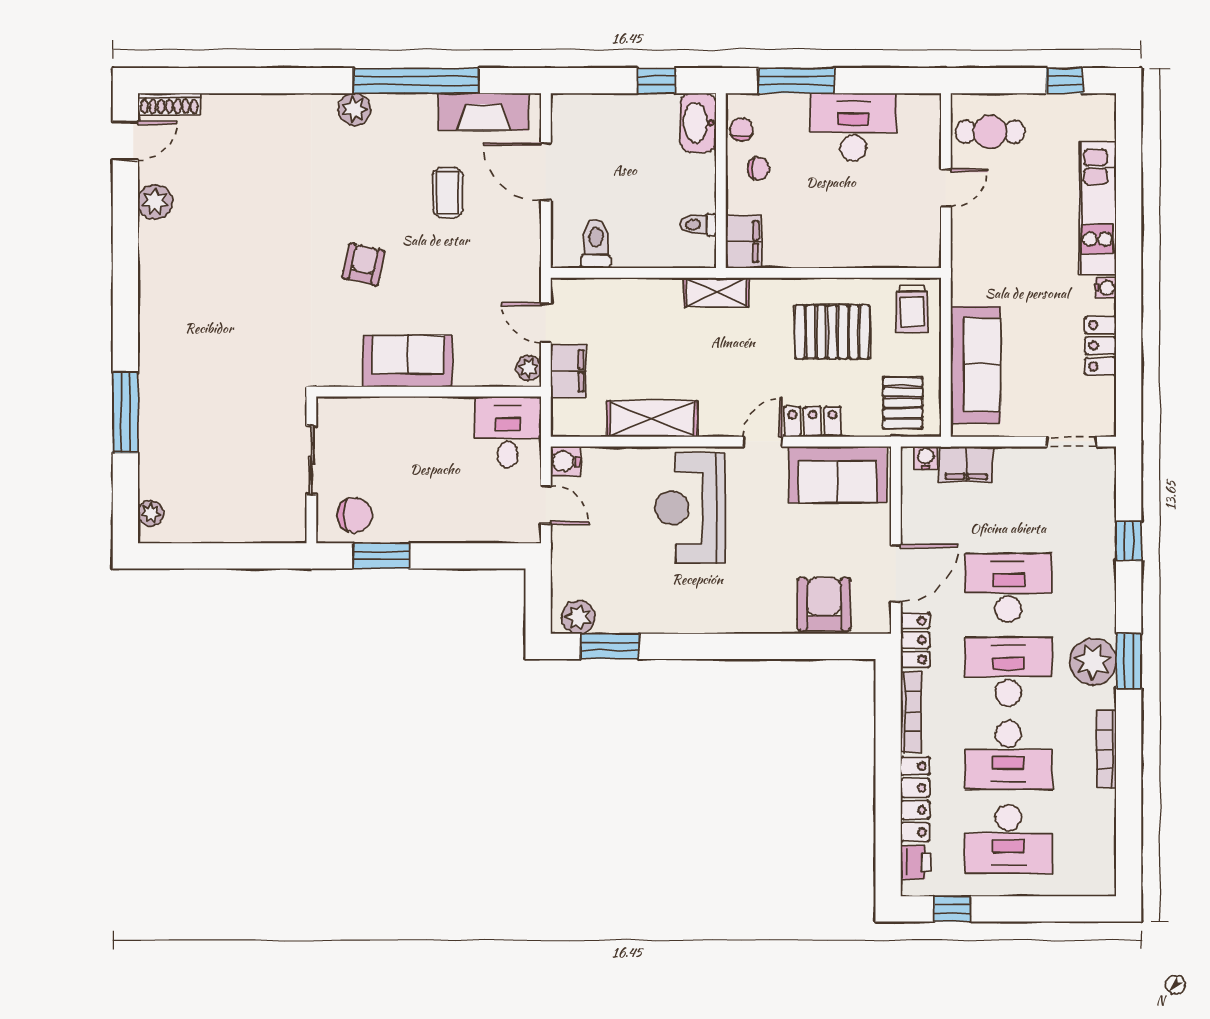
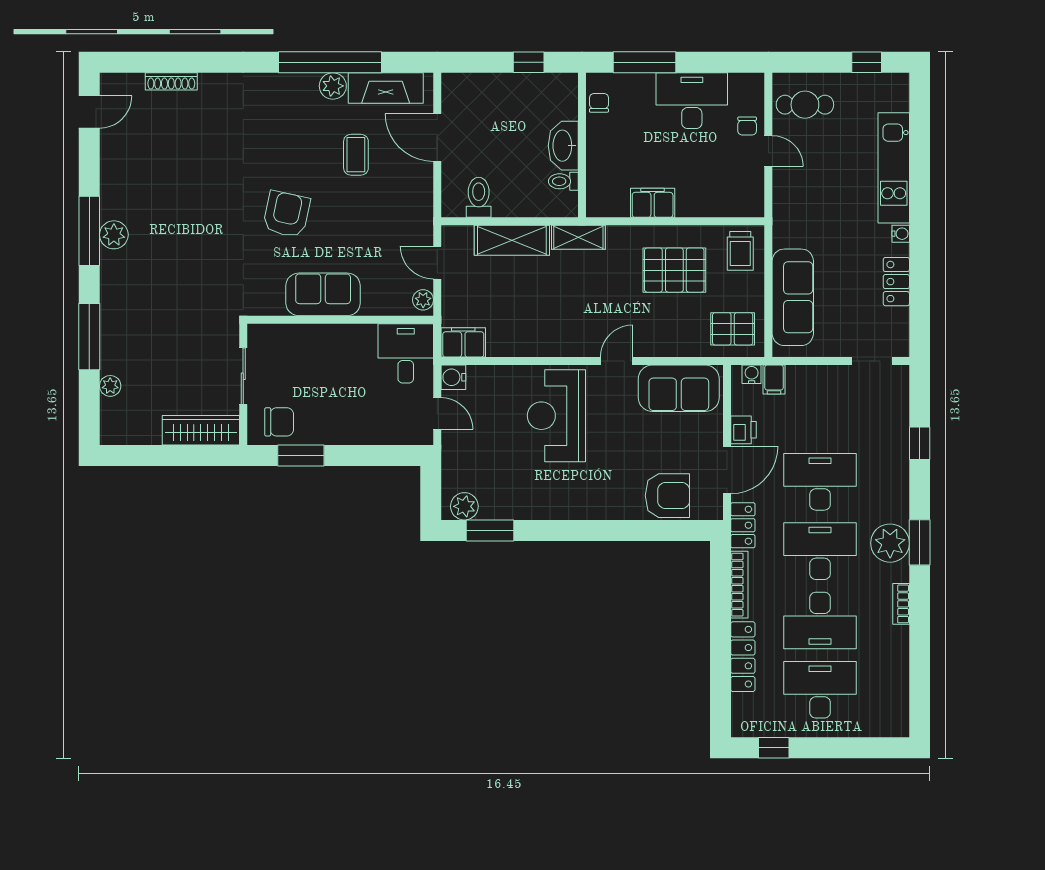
shoe rack: (169, 104) -> (171, 81), moved
plant: (355, 109) -> (333, 86), moved
washbasin: (698, 123) -> (563, 146), moved
chair: (759, 168) -> (747, 126), moved, turned 90
door: (946, 188) -> (768, 151), hinge flipped
plant: (155, 202) -> (114, 235), moved
filing cabinet: (743, 242) -> (653, 203), moved, turned -90
armchair: (364, 264) -> (286, 214), width x1.38, depth x1.38
window: (125, 284) -> (89, 231), added
filing cabinet: (568, 371) -> (463, 342), moved, turned -90
pallet: (903, 403) -> (733, 329), turned 90
shelving: (652, 419) -> (512, 240), moved
locker: (813, 422) -> (658, 345), removed
filing cabinet: (966, 464) -> (774, 380), width x0.50
plant: (151, 513) -> (110, 386), moved
wardrobe: (260, 525) -> (201, 430), added
armchair: (824, 604) -> (667, 496), turned 90
bookcase: (1106, 749) -> (901, 604), width x0.64
desk: (1008, 839) -> (820, 690), turned 180
printer: (916, 862) -> (744, 430), moved

